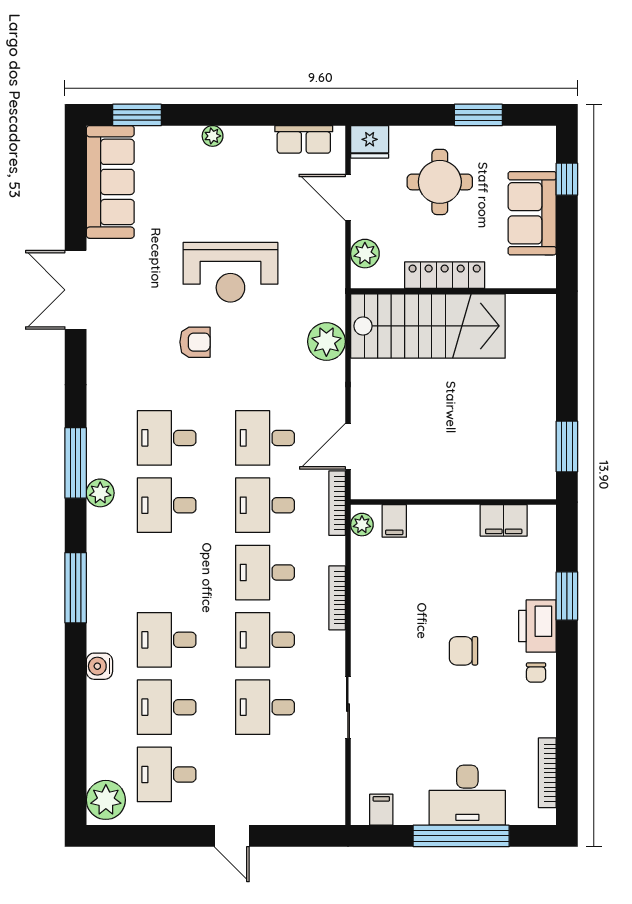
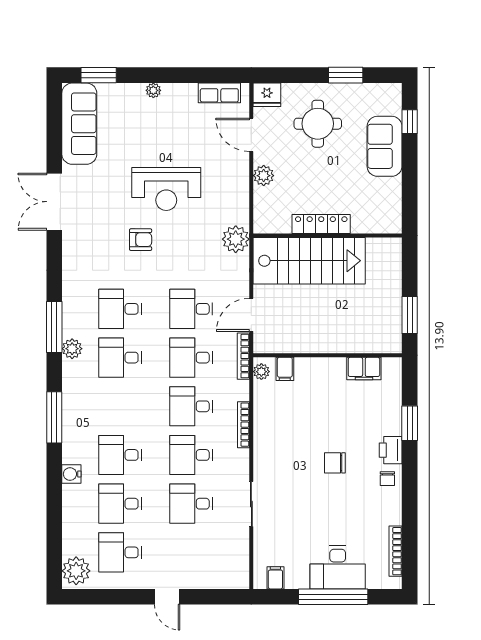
locker: (445, 275) -> (321, 224), moved
wall: (453, 291) -> (328, 236), moved
stairs: (428, 326) -> (309, 261), moved
printer: (537, 626) -> (391, 450), width x0.73, depth x0.84

